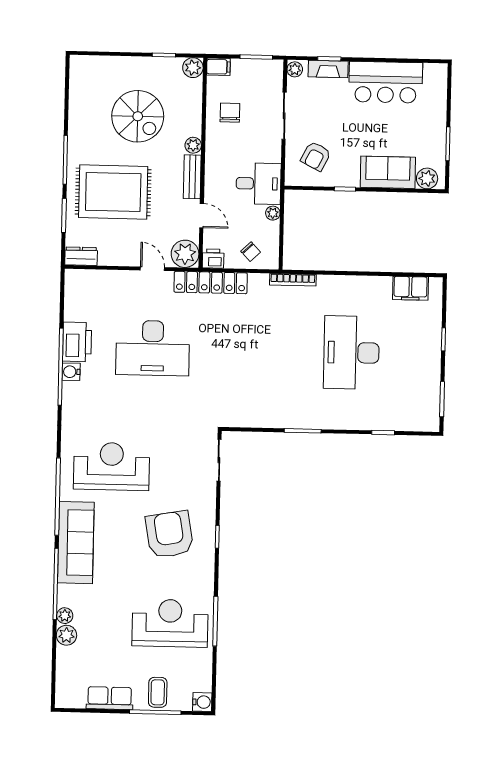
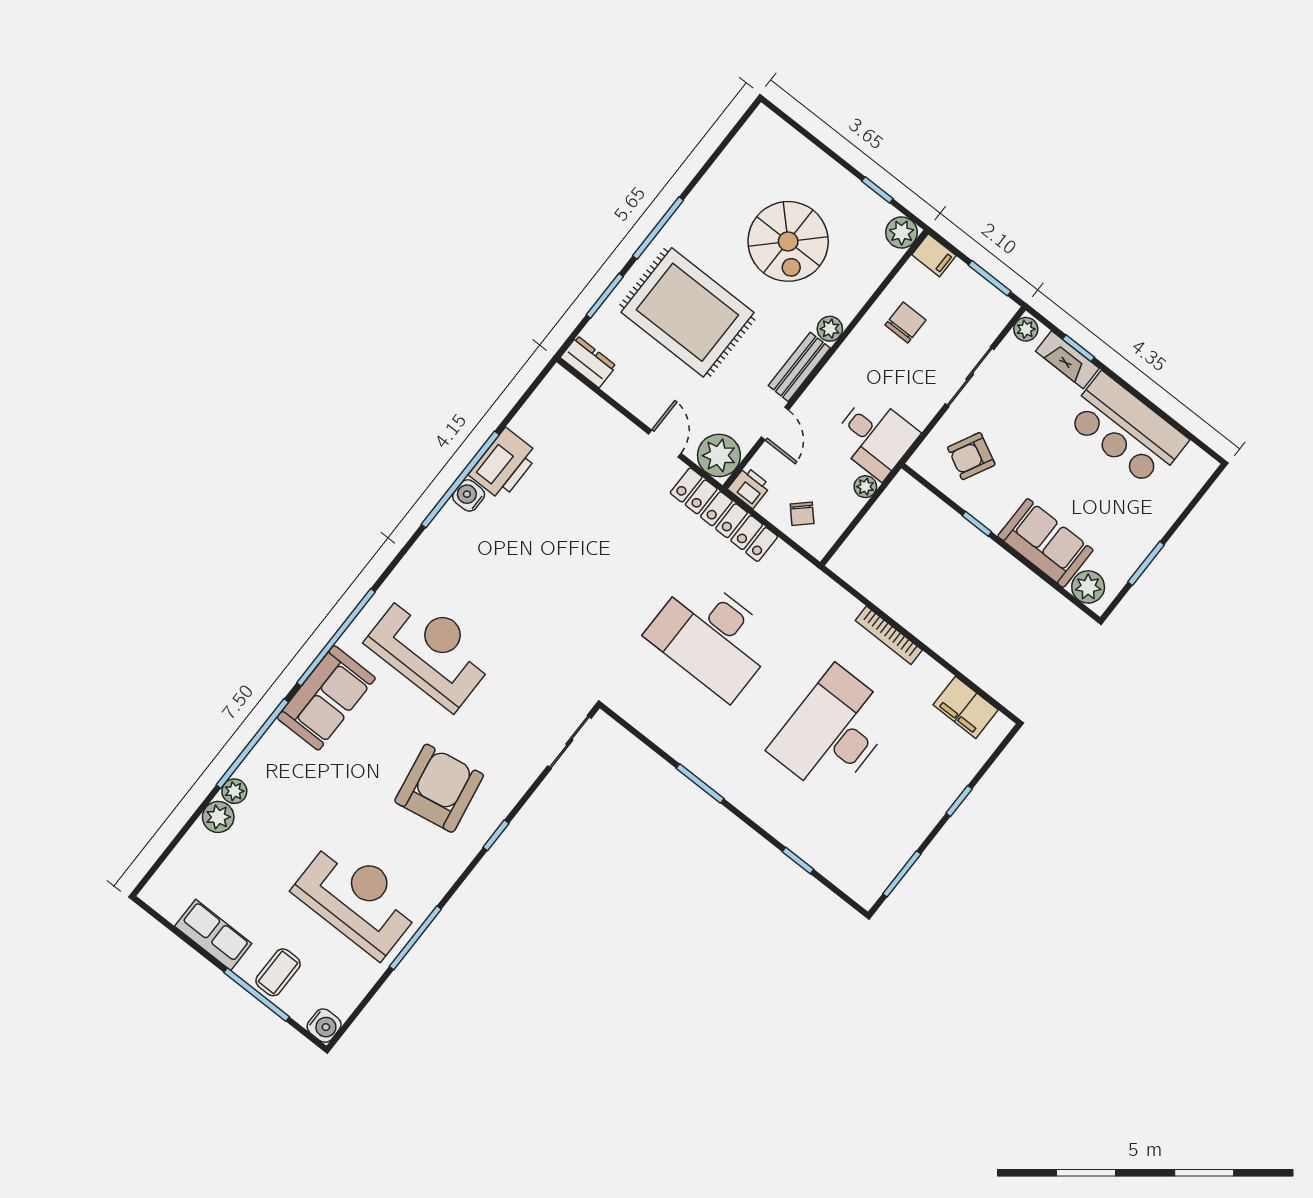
bookcase: (293, 280) -> (889, 635), moved
desk: (153, 348) -> (712, 637), moved
sofa: (76, 543) -> (326, 698), width x0.73

